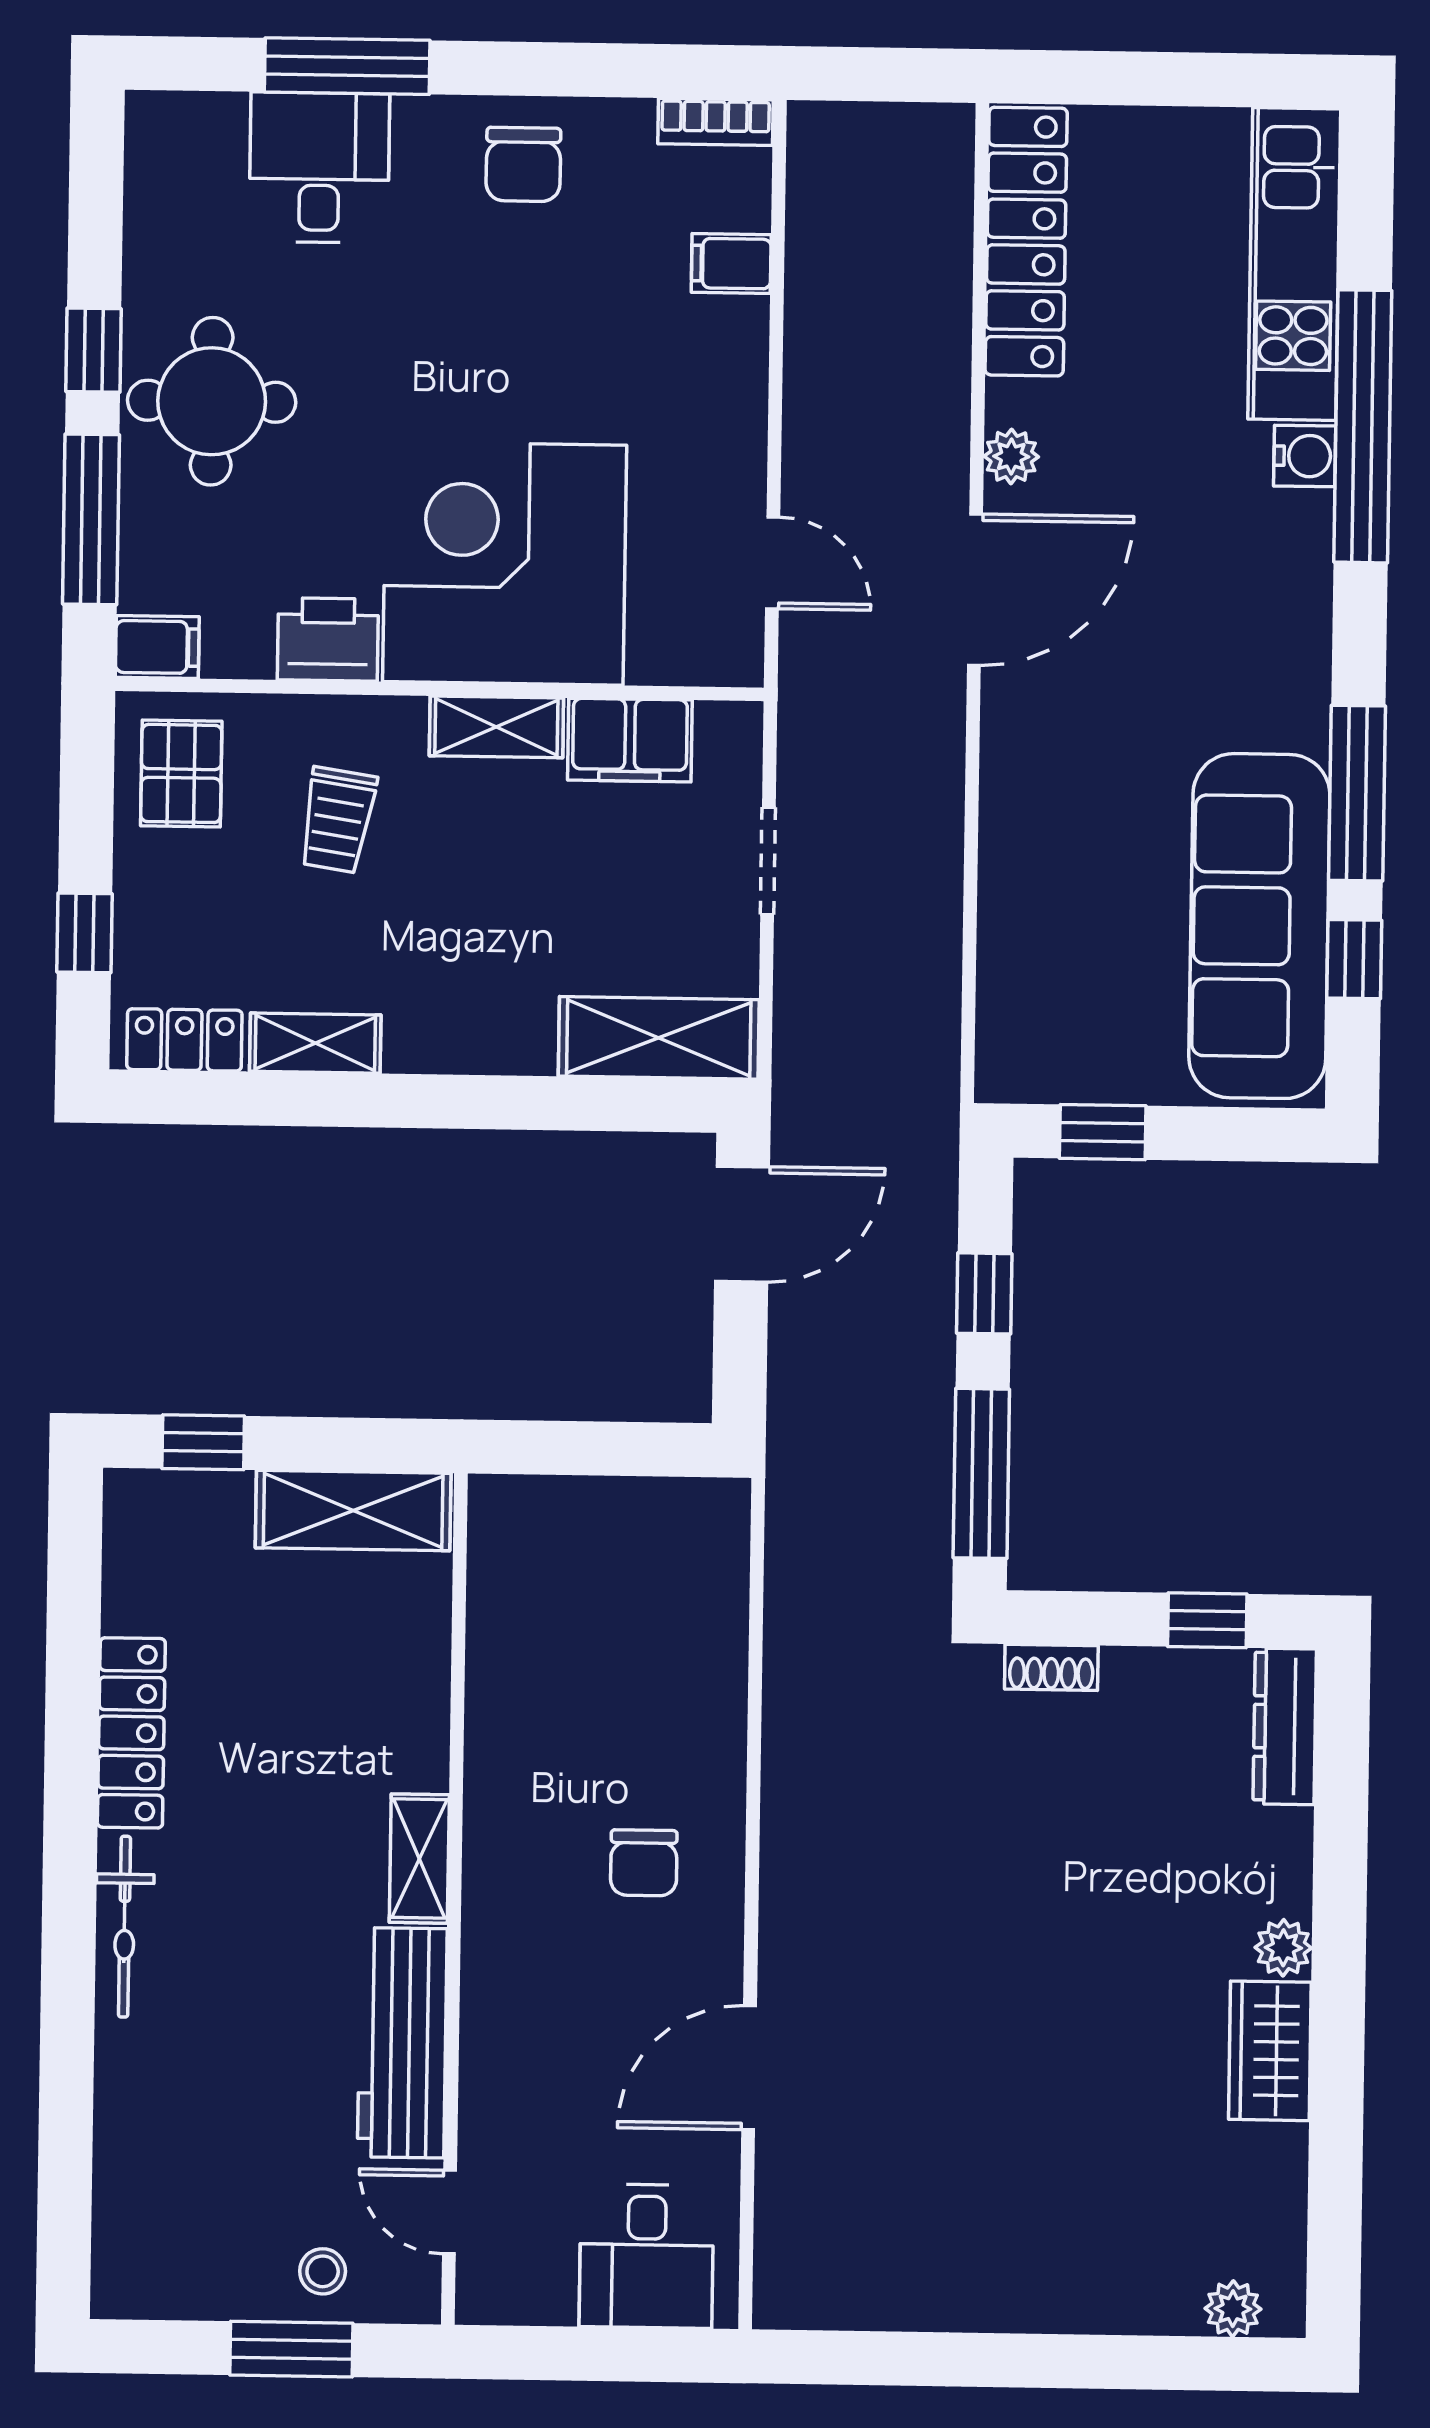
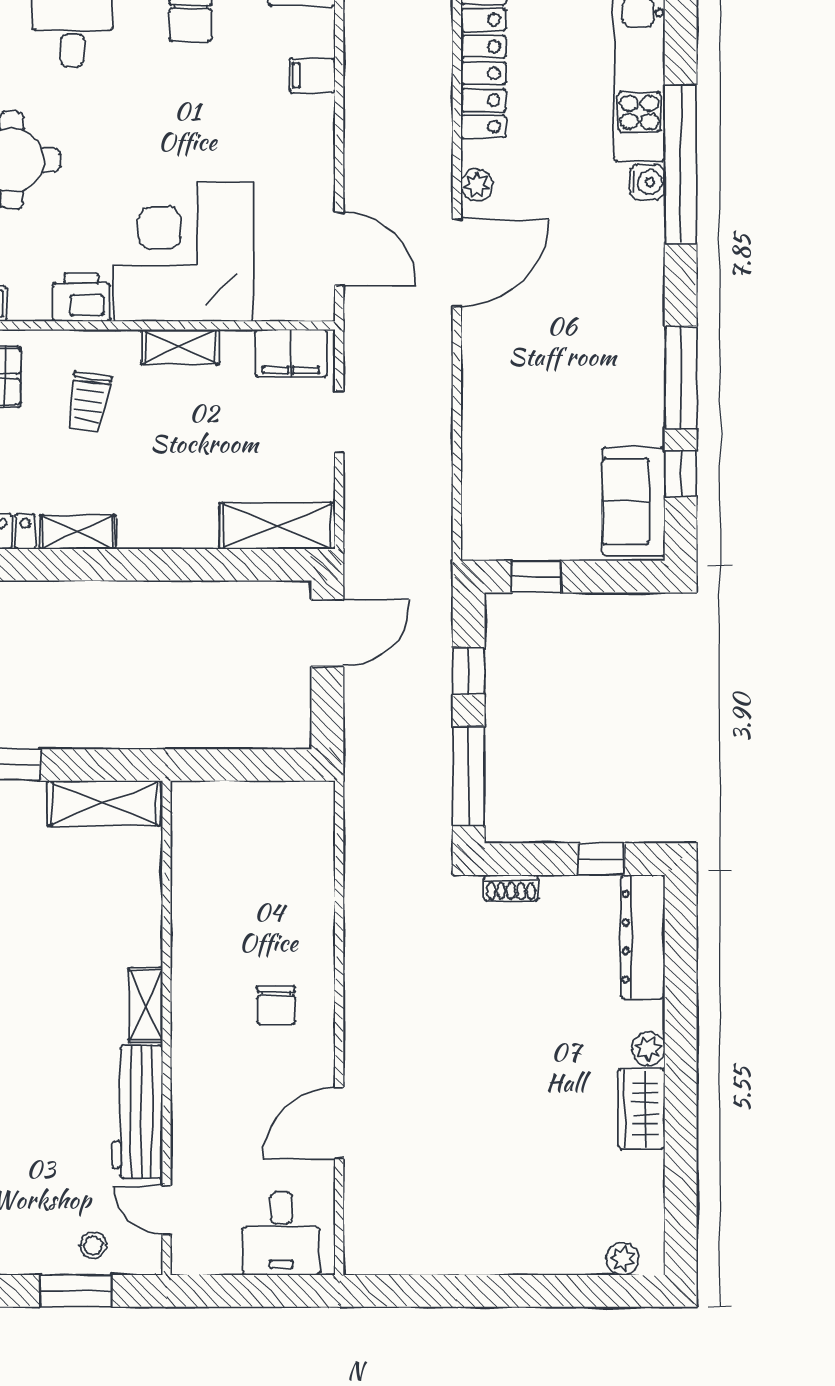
door: (773, 563) -> (339, 249), width x1.38
filing cabinet: (630, 740) -> (291, 353), moved
sofa: (1259, 926) -> (634, 501), width x0.54, depth x0.79
dresser: (1285, 1726) -> (643, 937), width x1.37, depth x1.24

